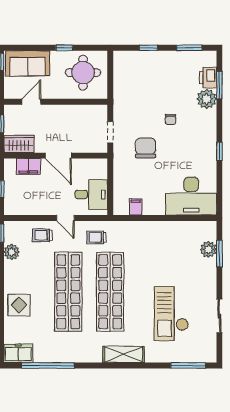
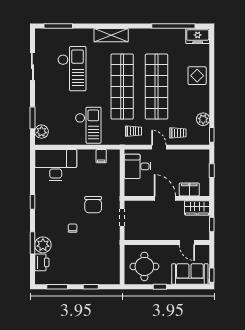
window: (219, 85) -> (32, 243), moved
door: (31, 102) -> (187, 243), hinge flipped
checkout: (152, 245) -> (88, 125), added
plant: (208, 249) -> (42, 132), moved

